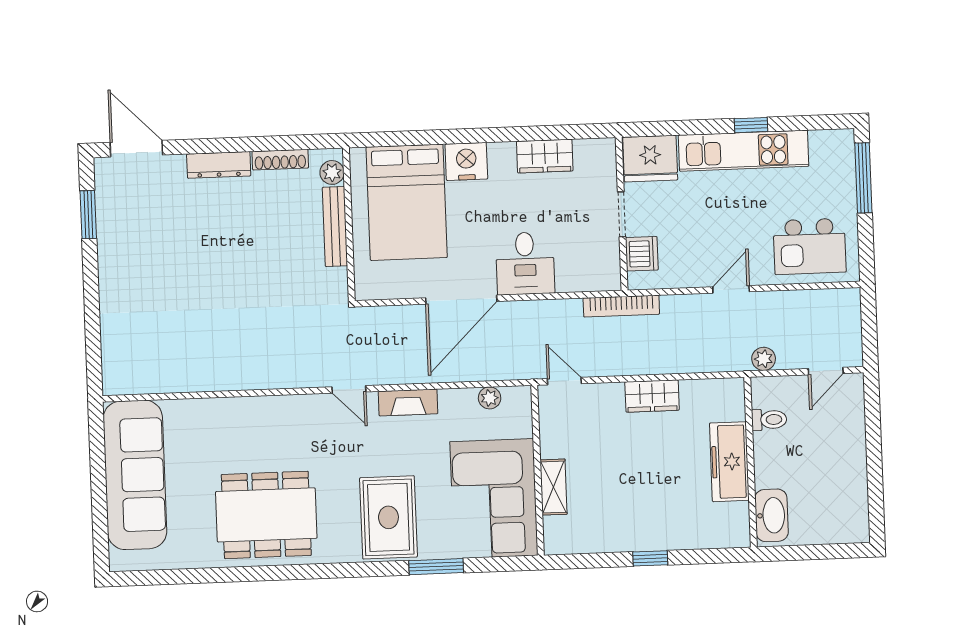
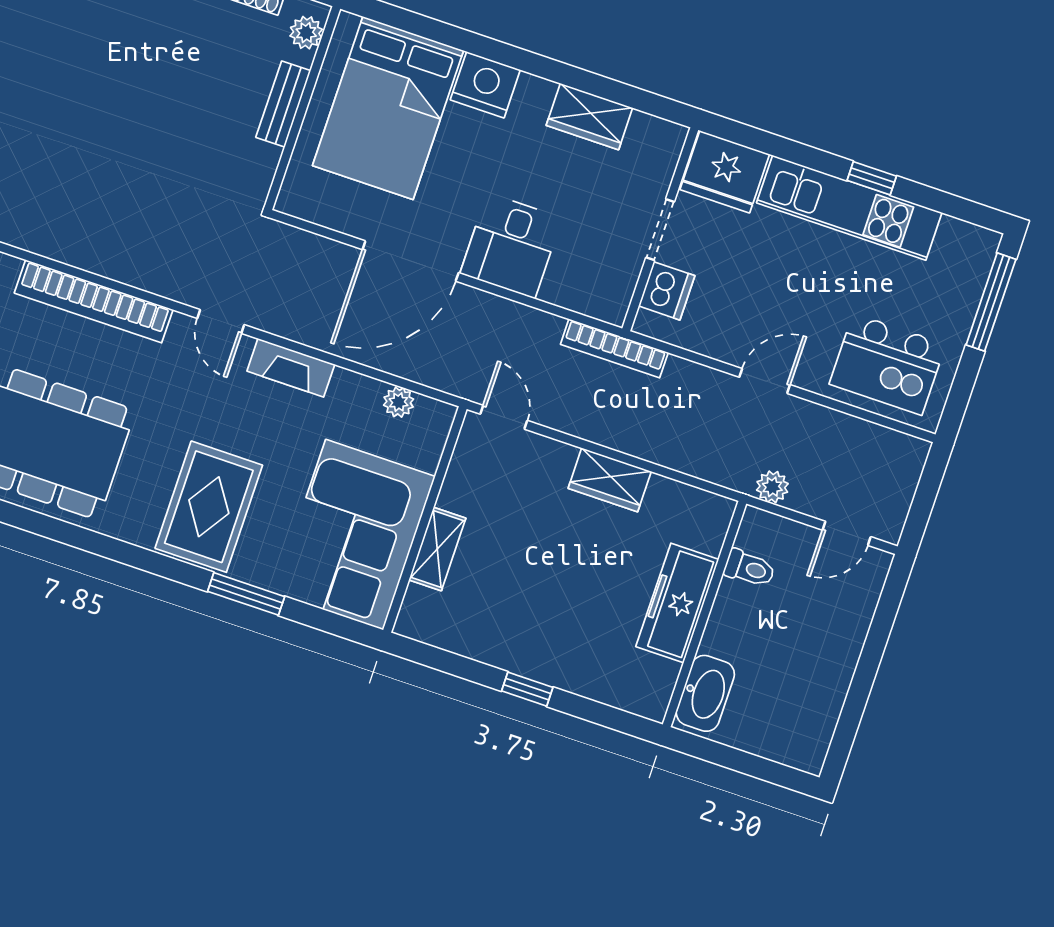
bench: (335, 226) -> (283, 104), width x0.73
bookcase: (258, 408) -> (94, 301), added

